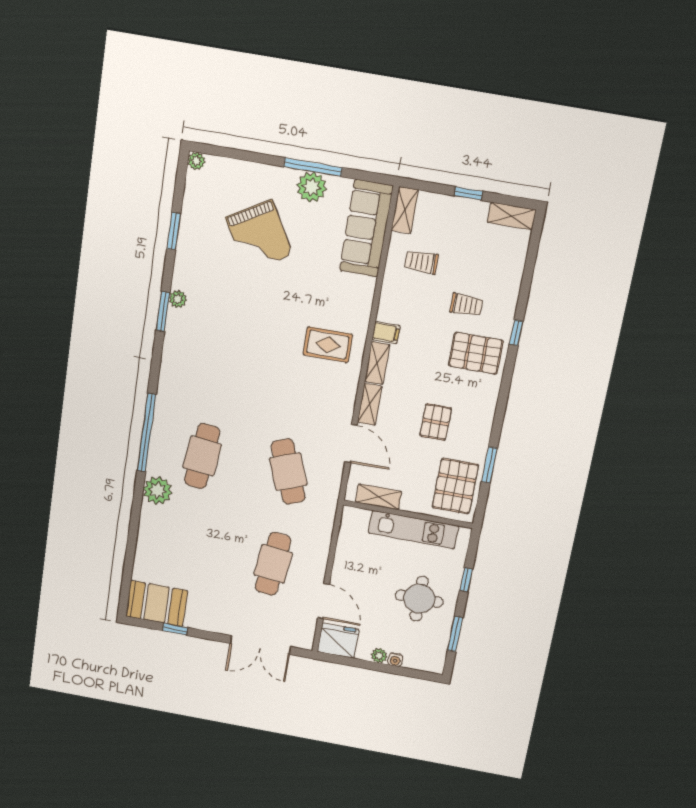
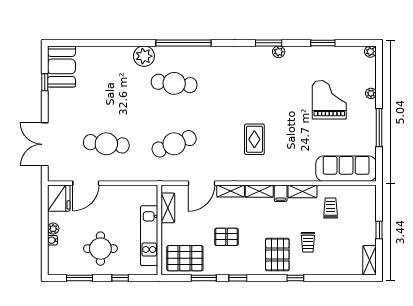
plant: (312, 187) -> (371, 93), moved, width x0.53, depth x0.53
shelving: (405, 210) -> (302, 191), moved
grand piano: (259, 236) -> (329, 100), turned 120
rug: (328, 345) -> (254, 139), moved
window: (499, 416) -> (238, 278), added

